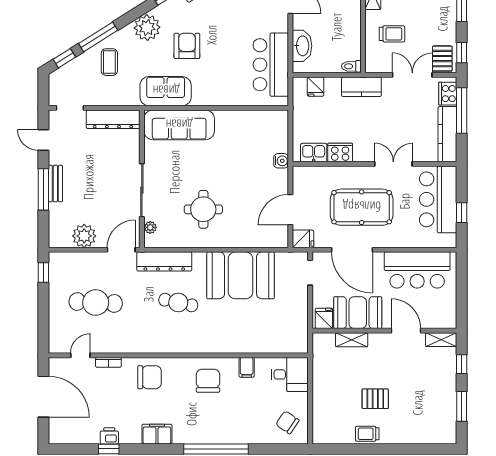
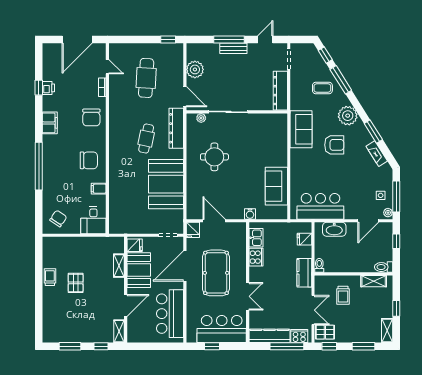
sofa: (179, 125) -> (276, 186), moved, width x0.73

